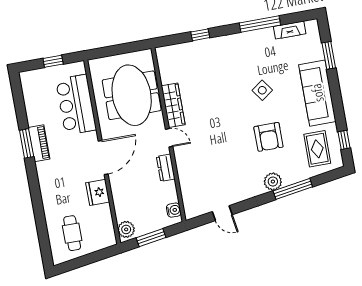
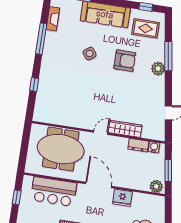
wardrobe: (173, 105) -> (125, 129), moved
dresser: (166, 168) -> (138, 145), moved

